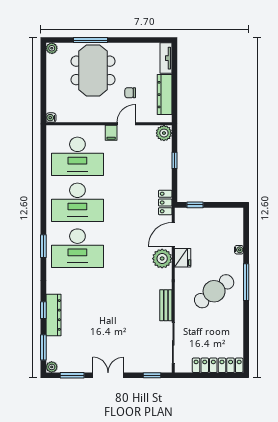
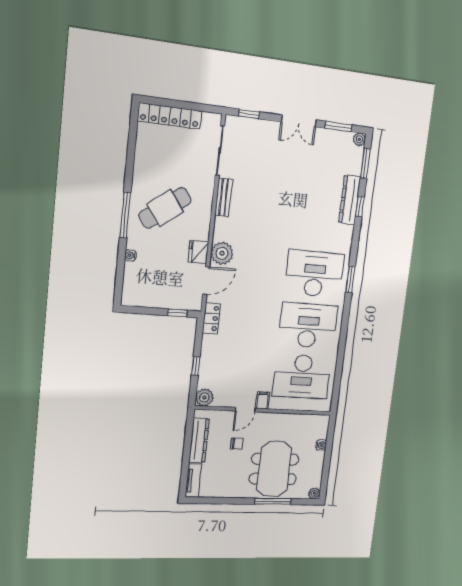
water cooler: (51, 118) -> (321, 445), moved
desk: (77, 156) -> (302, 376), turned 180

